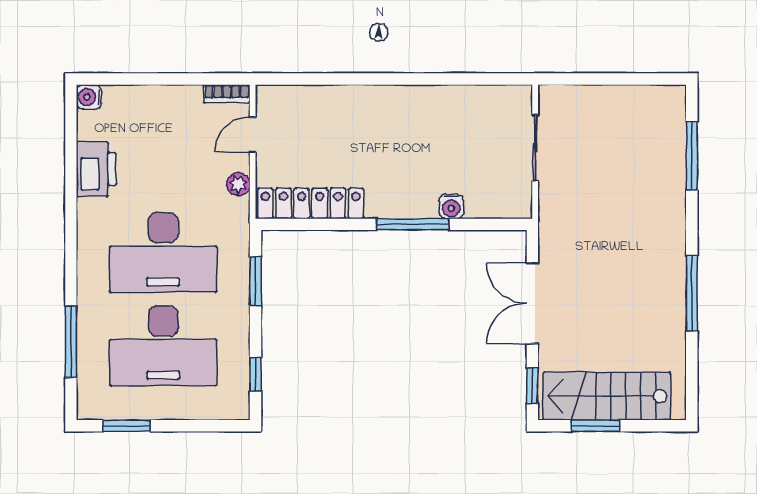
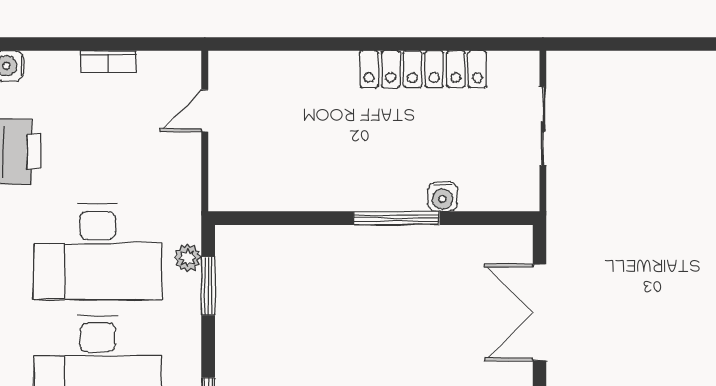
bookcase: (227, 94) -> (108, 62), moved
plant: (238, 184) -> (188, 258), moved
locker: (311, 203) -> (423, 69), moved, turned 180

